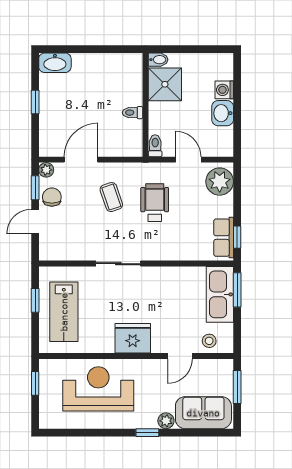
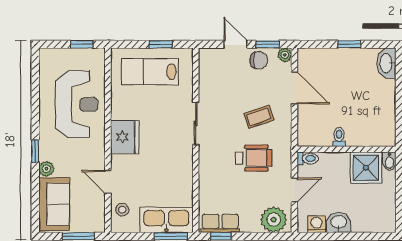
washing machine: (224, 90) -> (316, 224), moved

